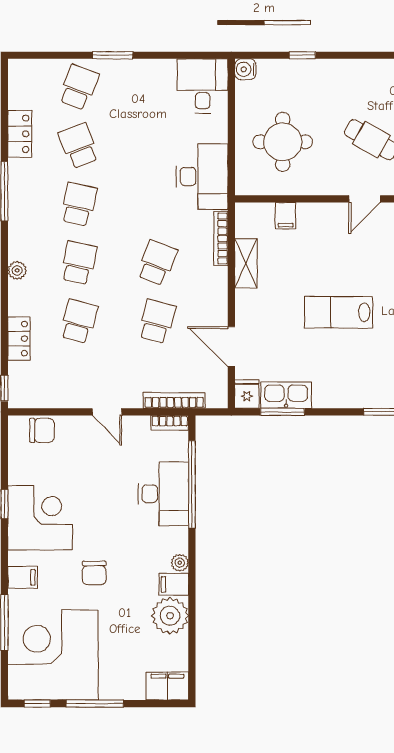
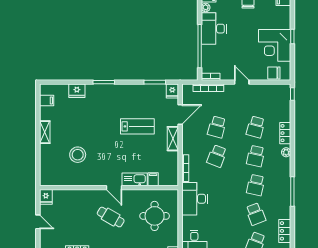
locker: (20, 134) -> (285, 231), moved
door: (365, 199) -> (114, 188), swing flipped
shelving: (246, 263) -> (173, 139), moved
lab bench: (339, 312) -> (137, 126), moved
locker: (19, 339) -> (285, 133), moved
door: (231, 347) -> (180, 114), hinge flipped
kitchen sink: (286, 395) -> (135, 179), moved, turned 180
desk: (163, 494) -> (214, 29), moved
corner desk: (40, 518) -> (275, 45), moved

